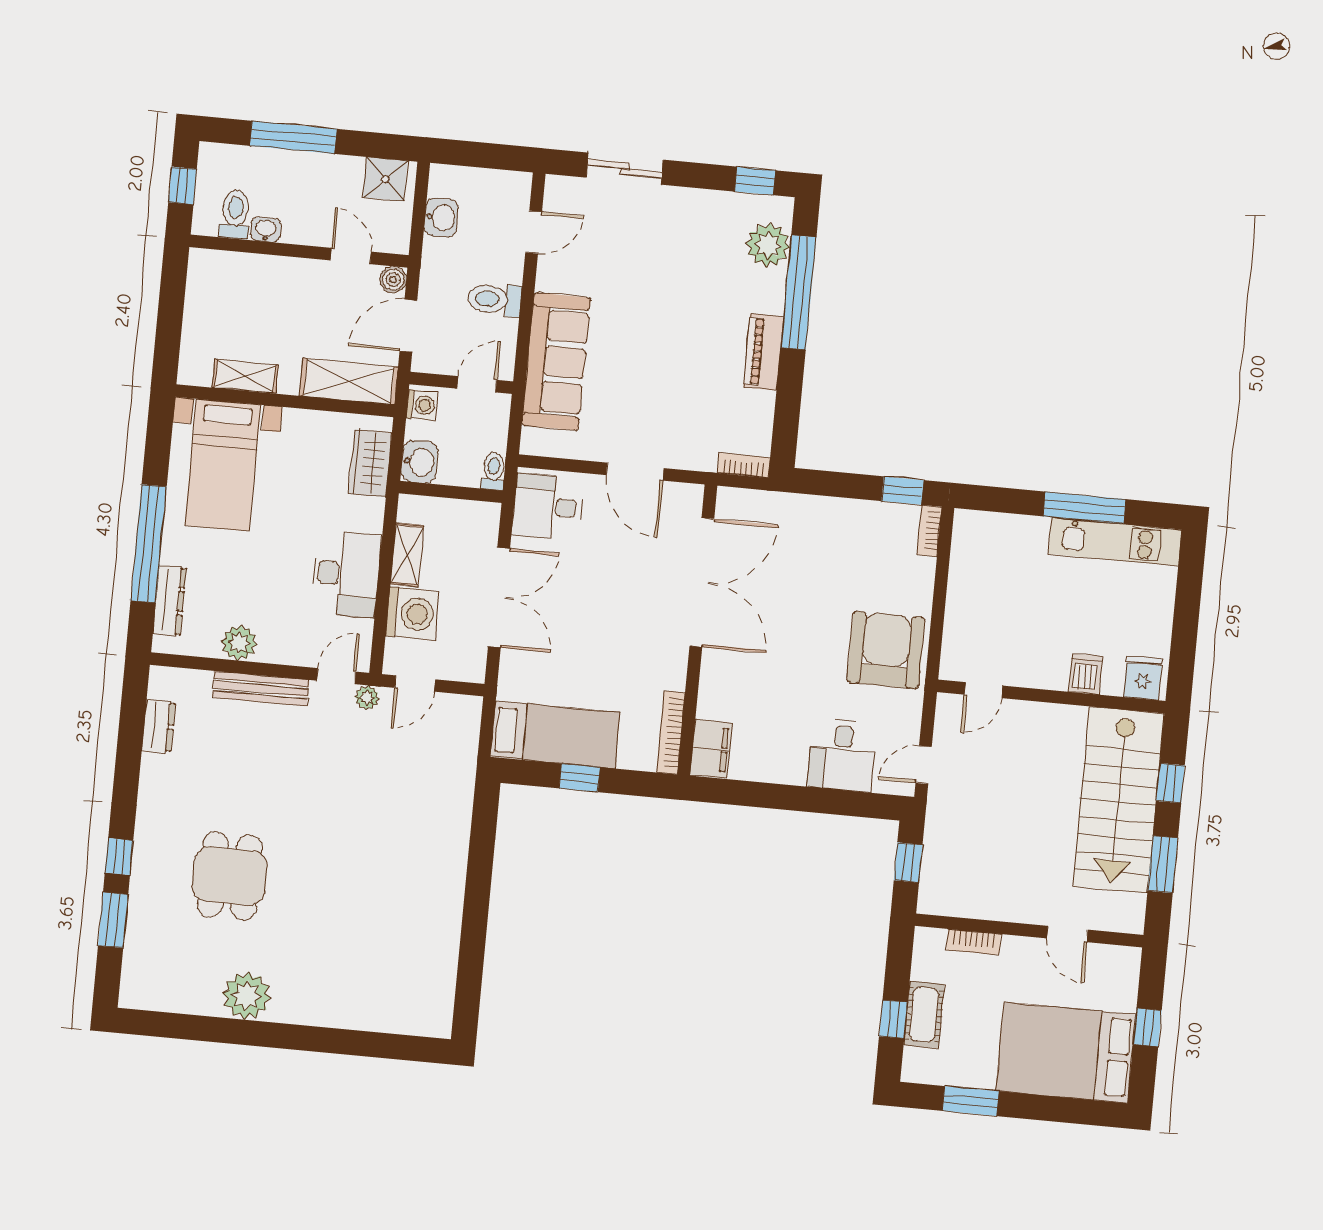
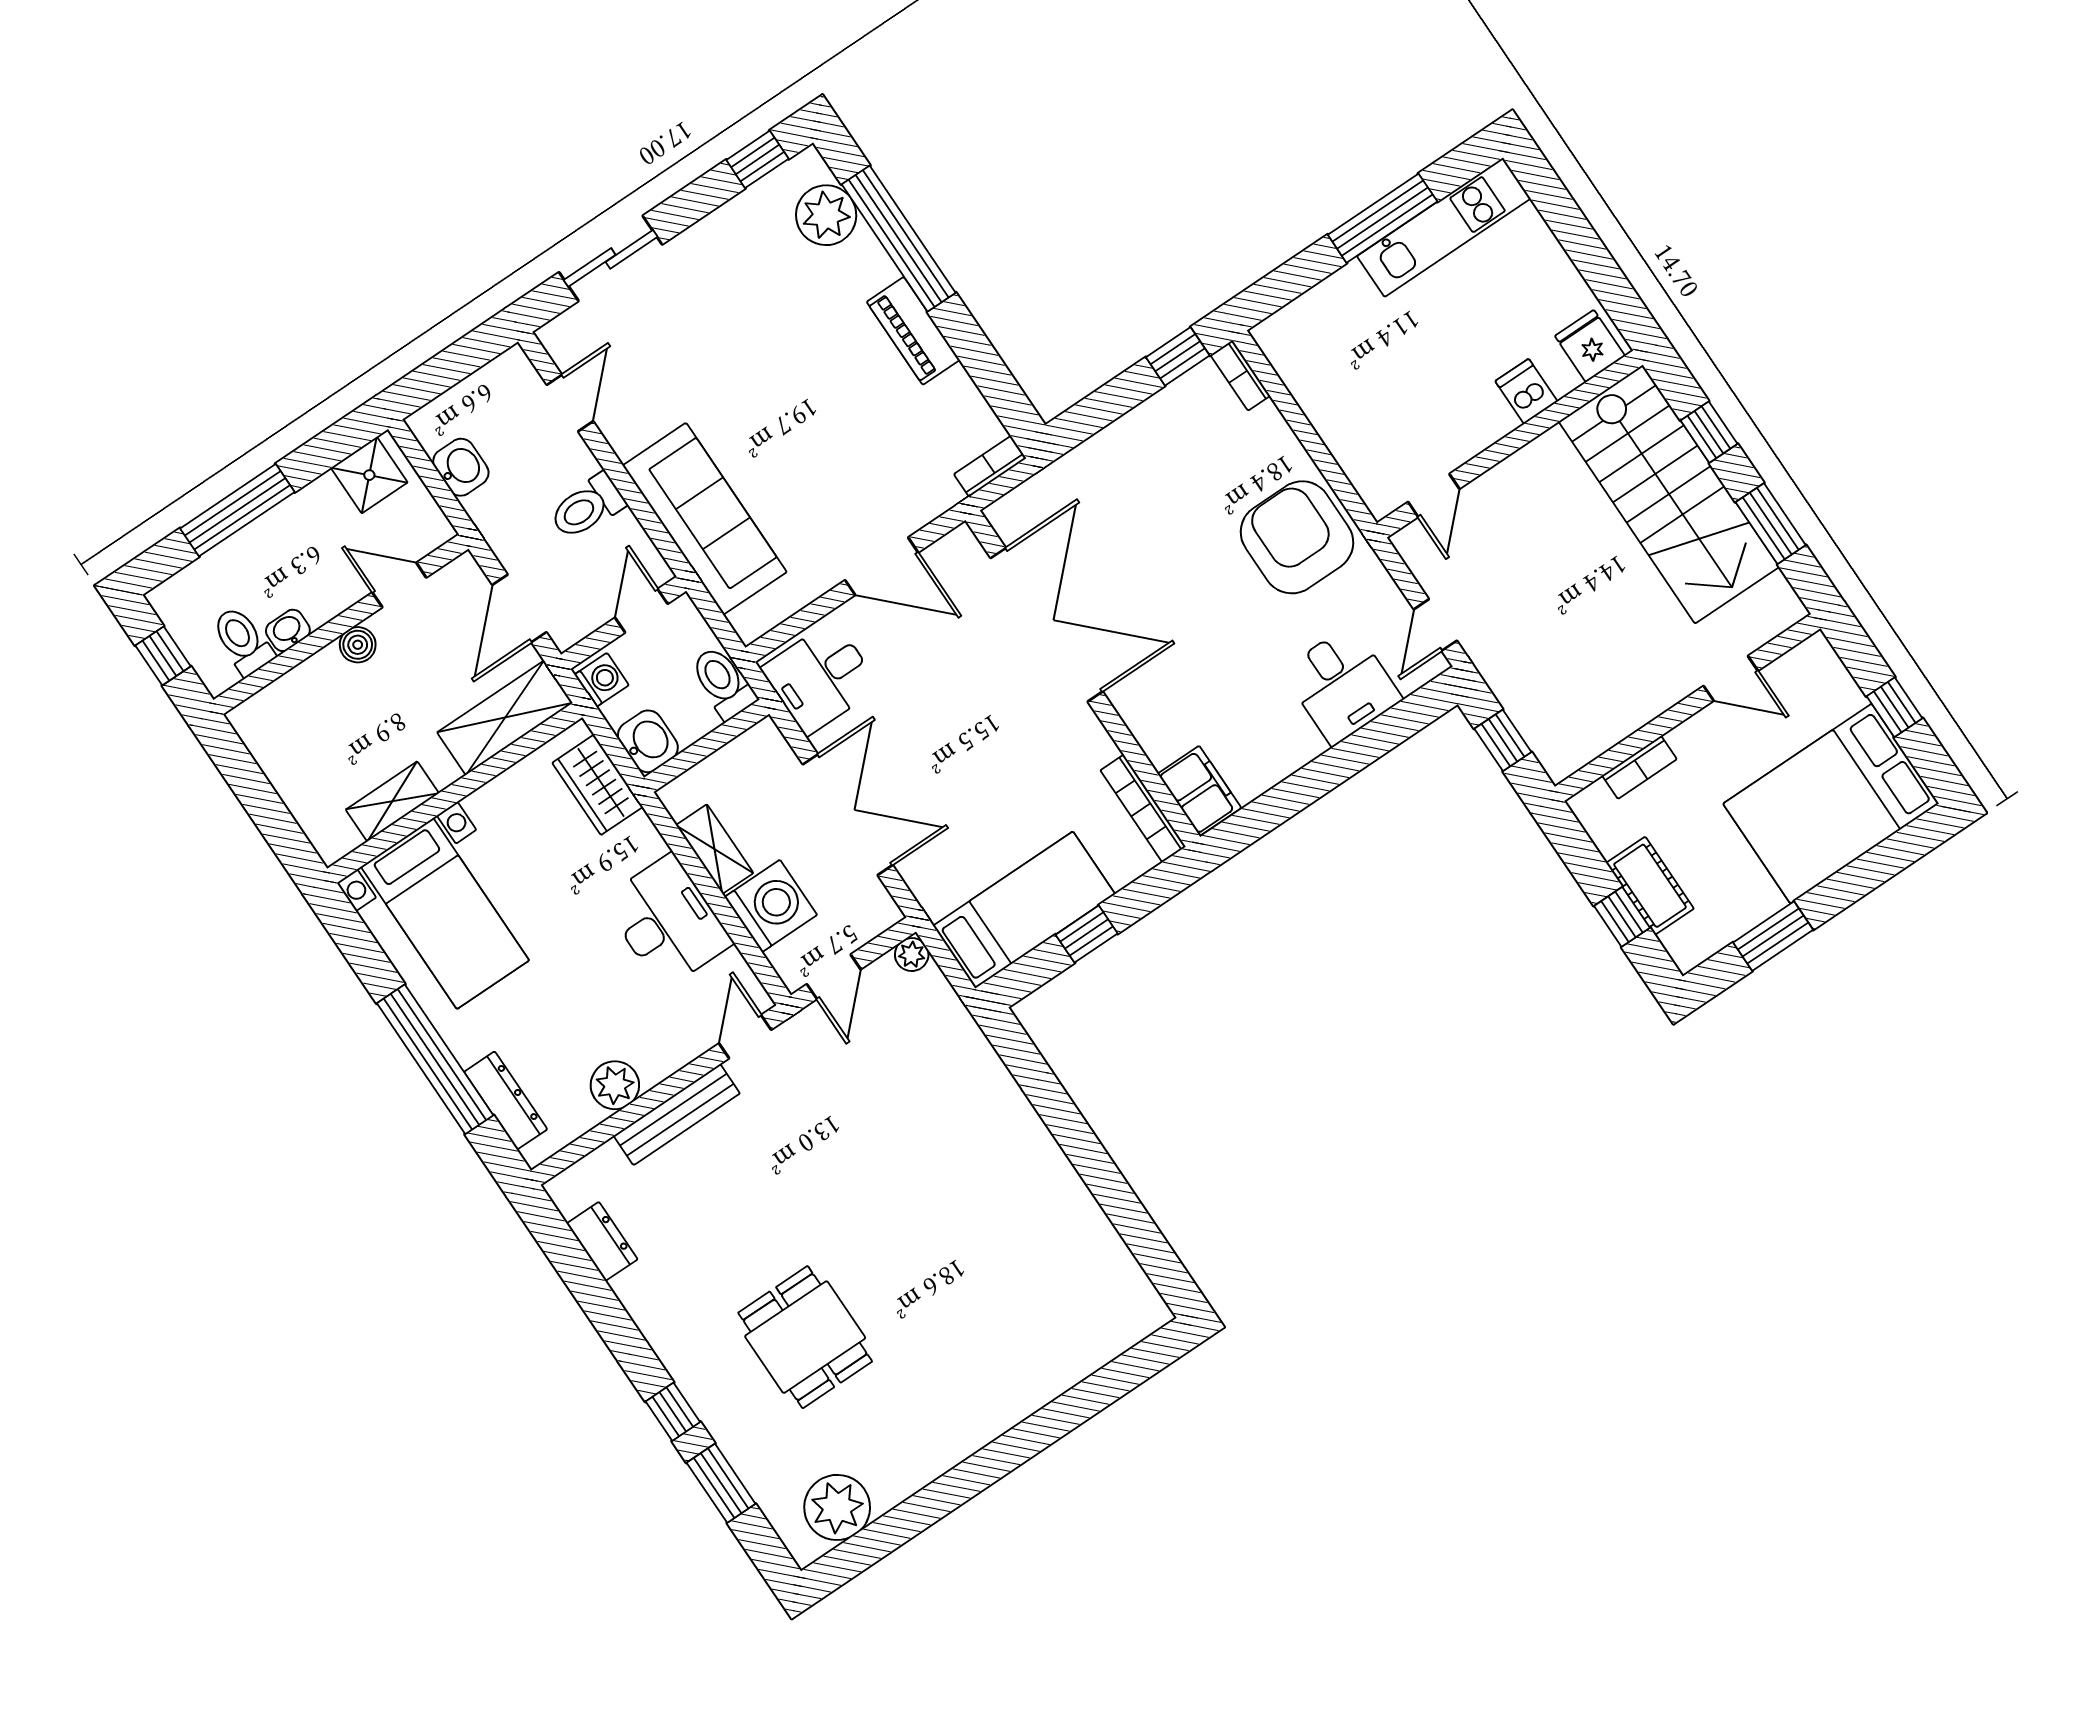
boiler: (393, 280) -> (358, 645), moved
toilet: (493, 471) -> (723, 683), width x1.37, depth x1.39
plant: (367, 698) -> (912, 955), moved
plant: (247, 996) -> (837, 1507), moved

